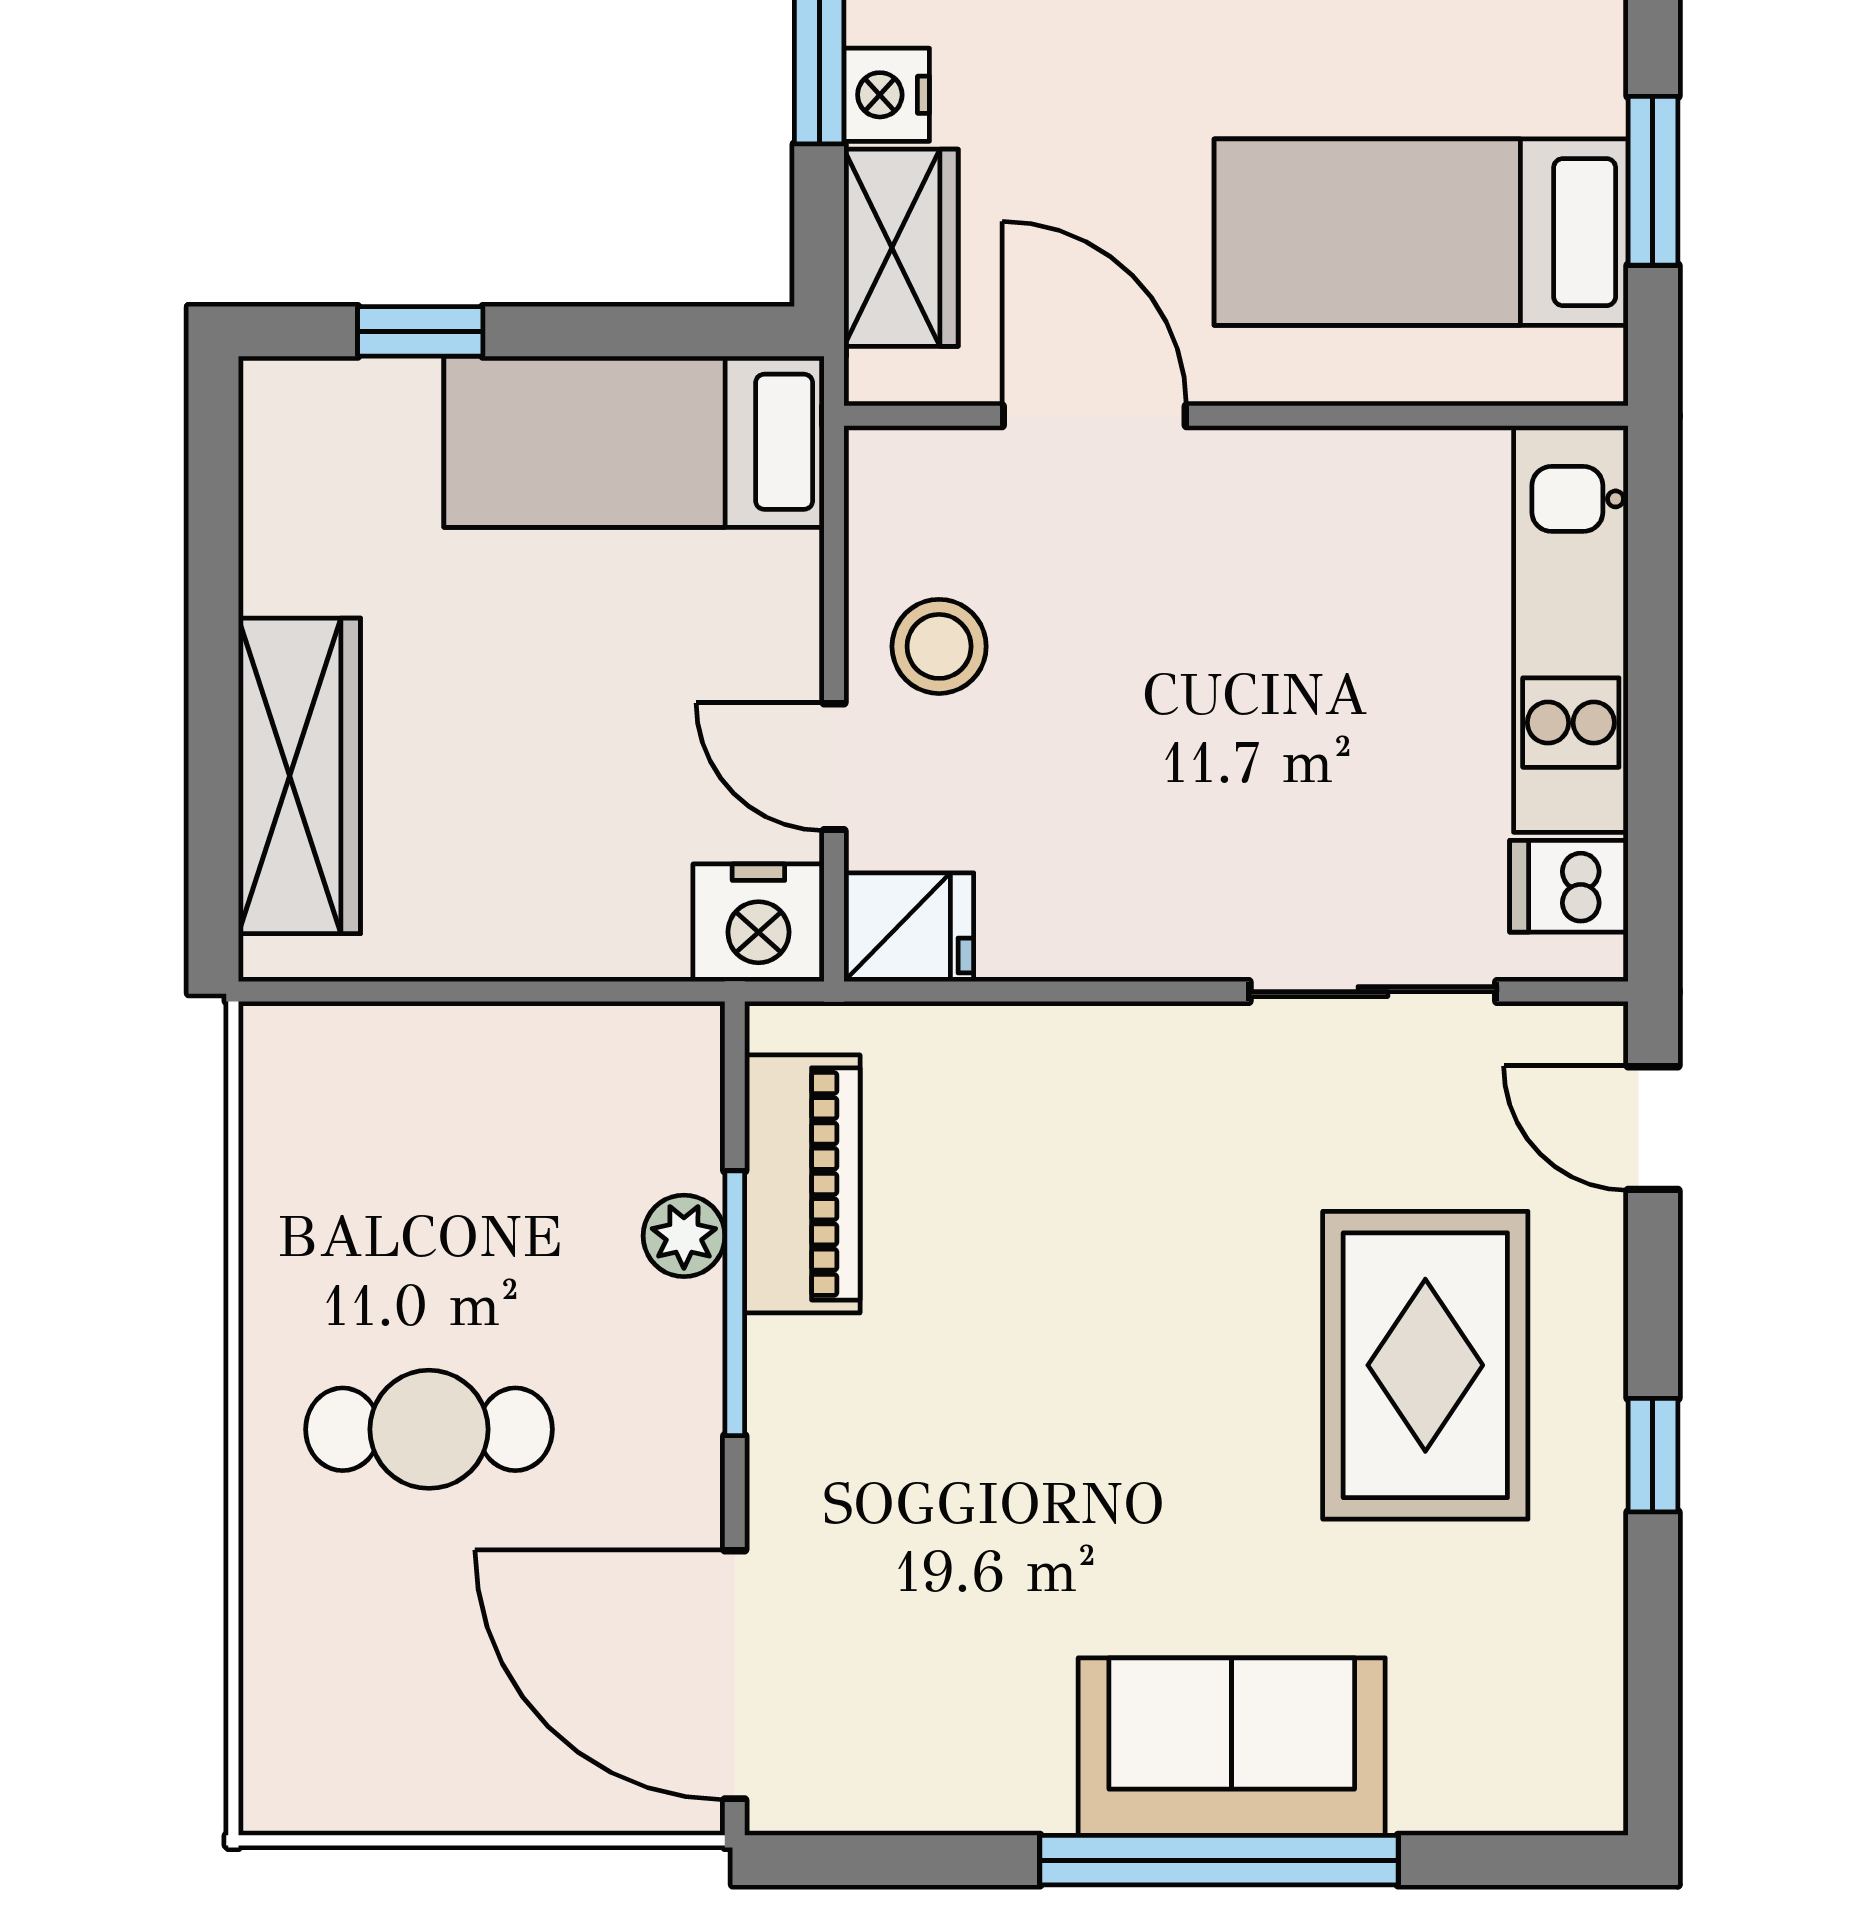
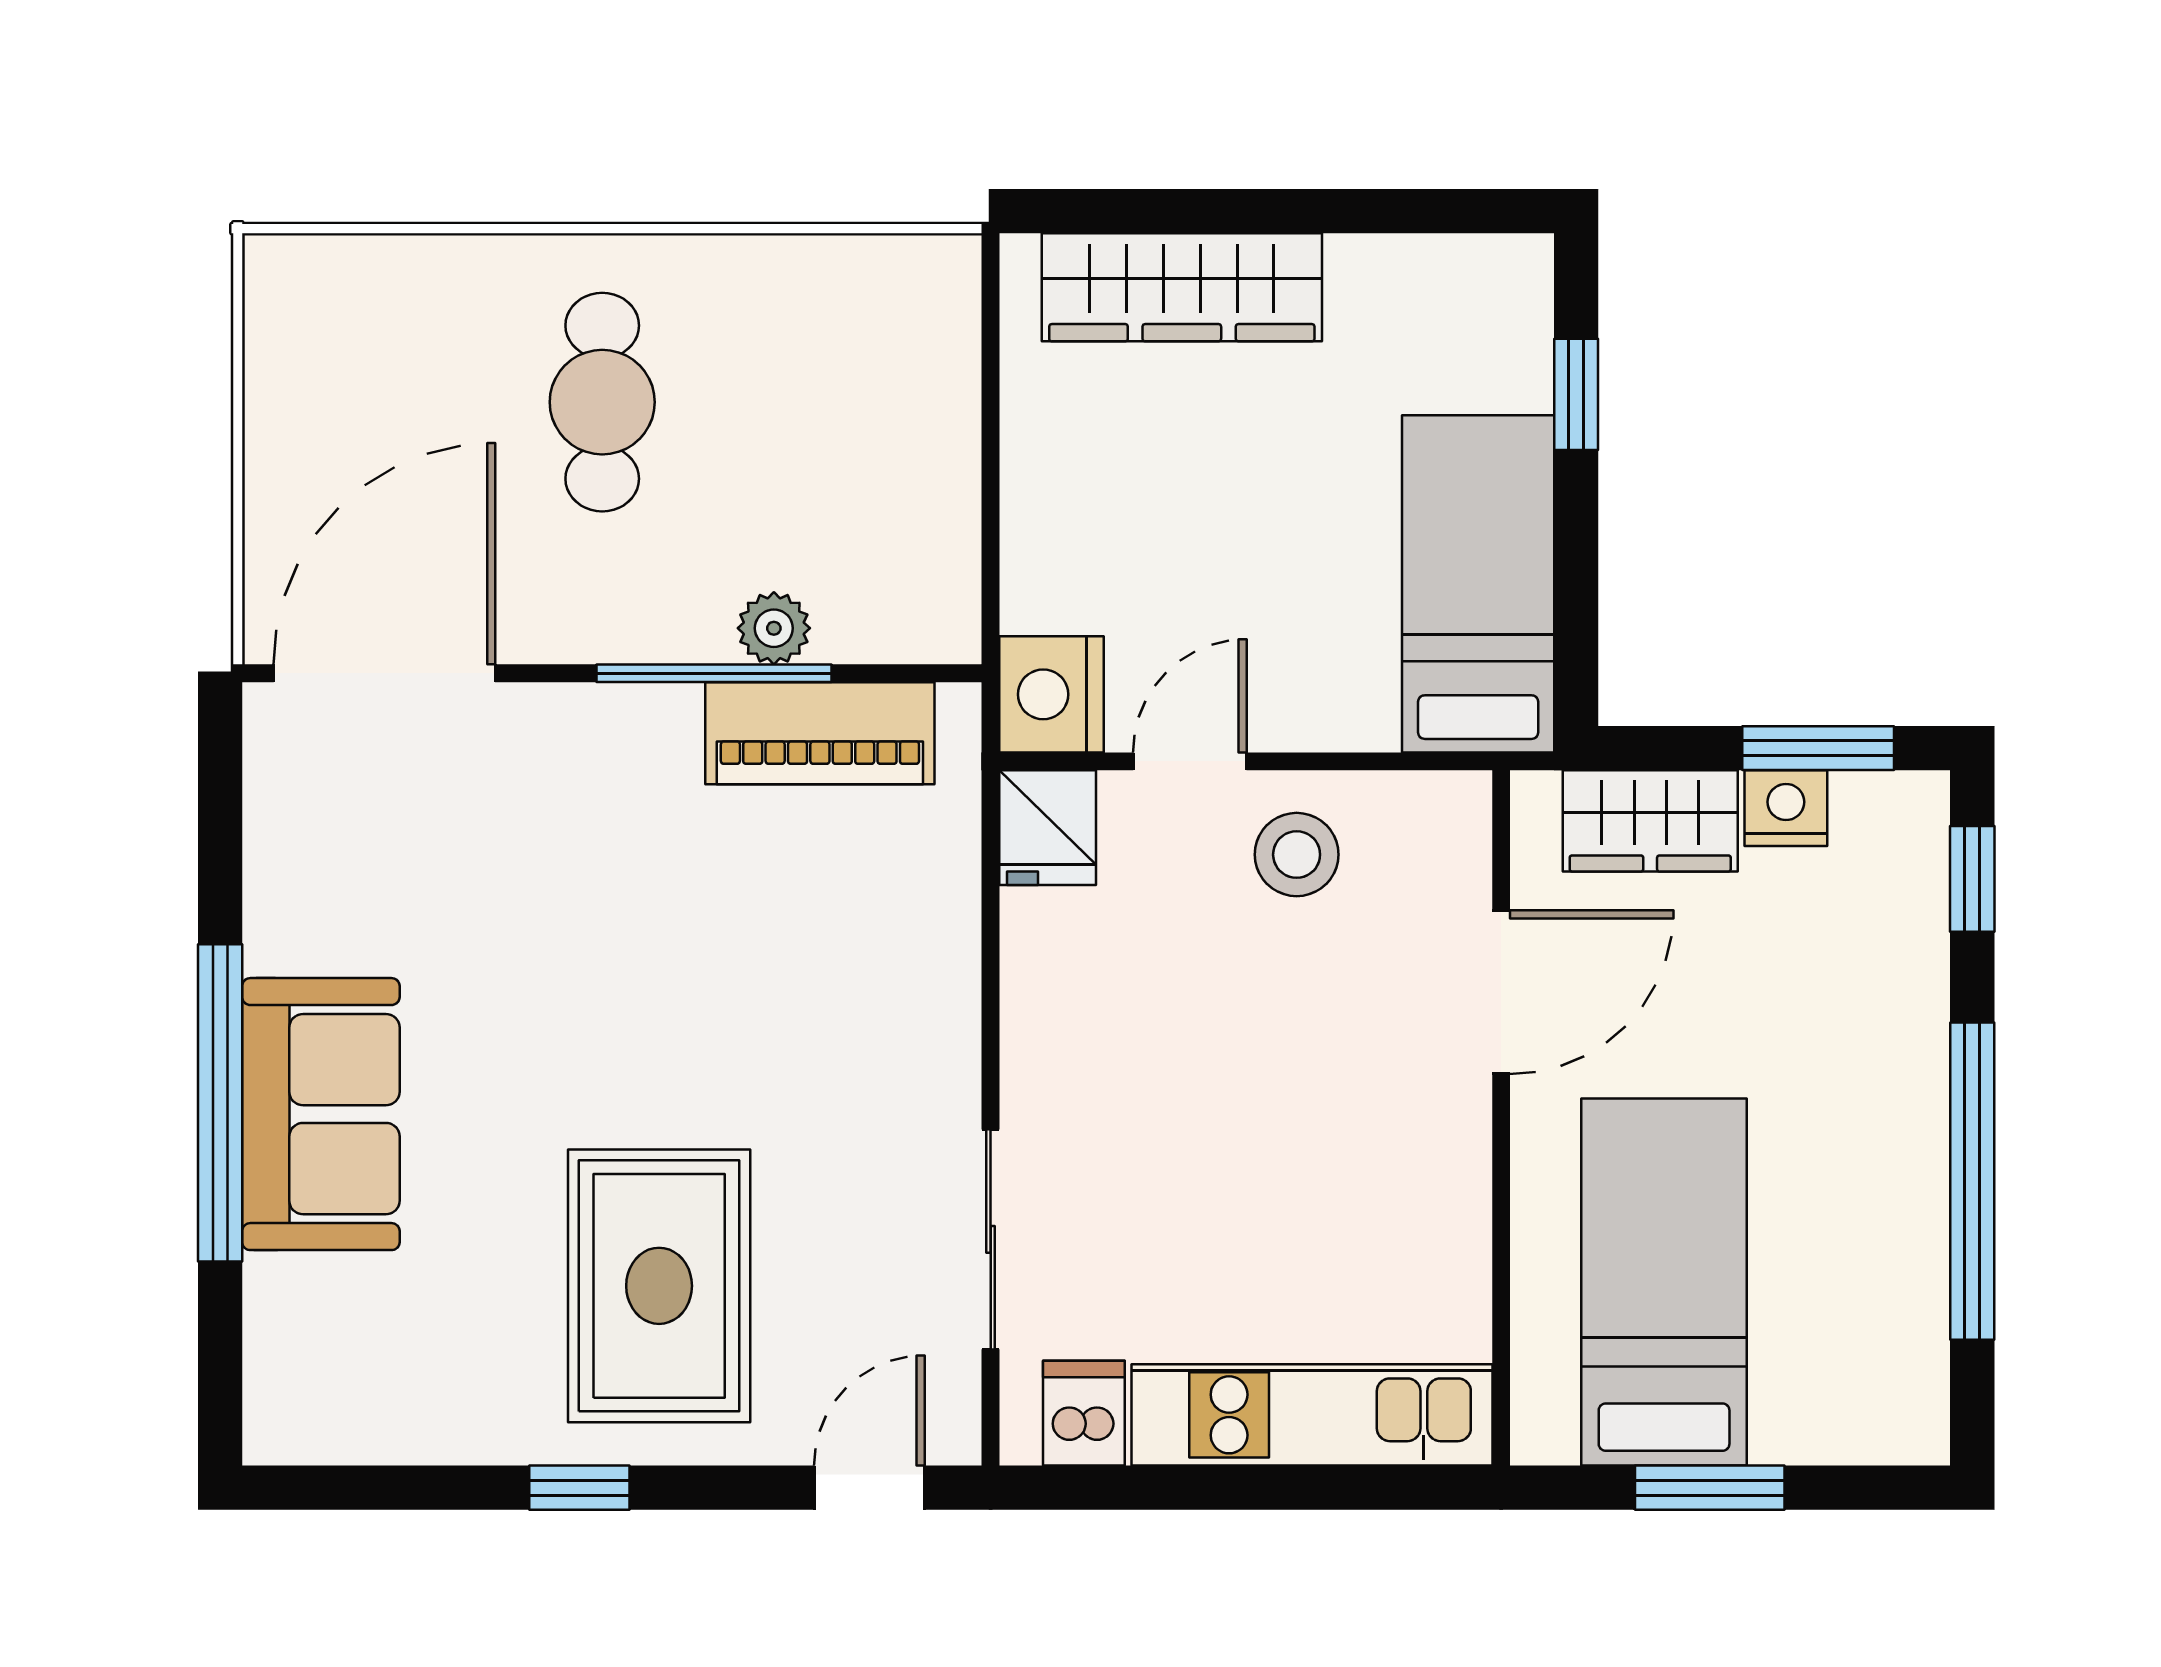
rug: (1425, 1365) -> (659, 1286), turned 90

